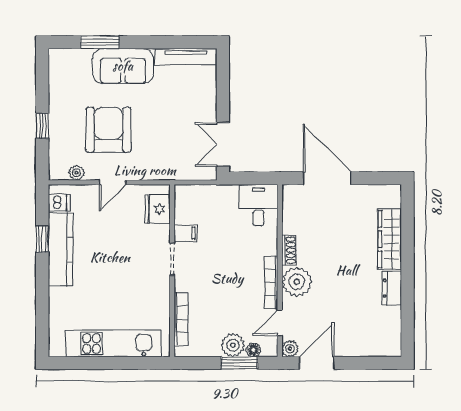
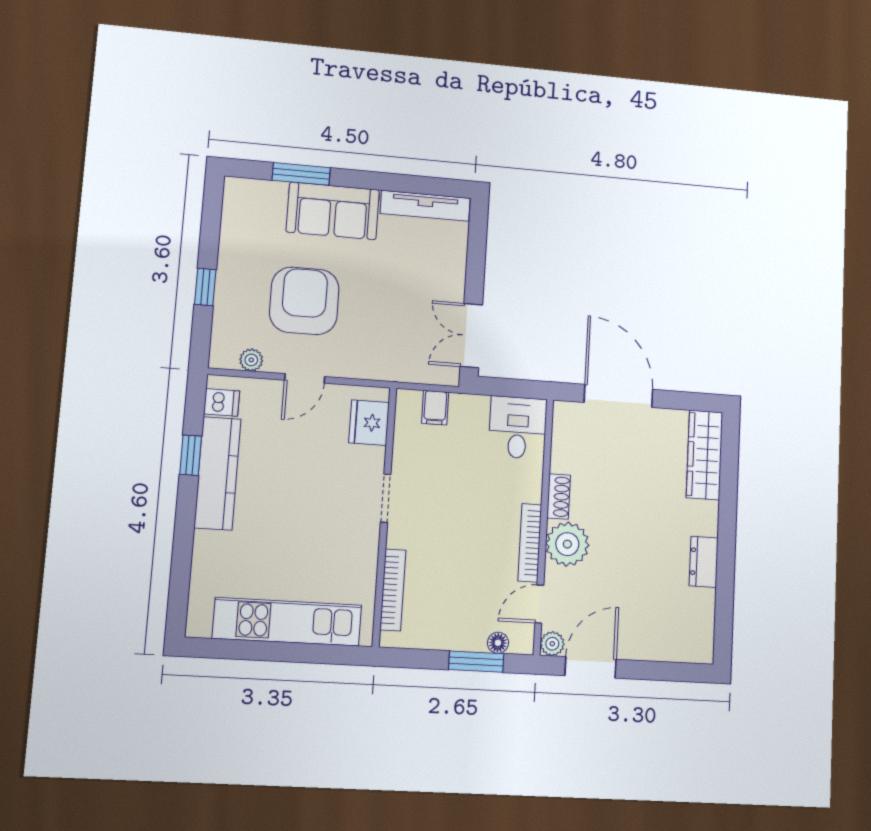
filing cabinet: (186, 233) -> (435, 408), moved, turned 90
wardrobe: (390, 239) -> (705, 455), moved
plant: (233, 345) -> (468, 634), removed

